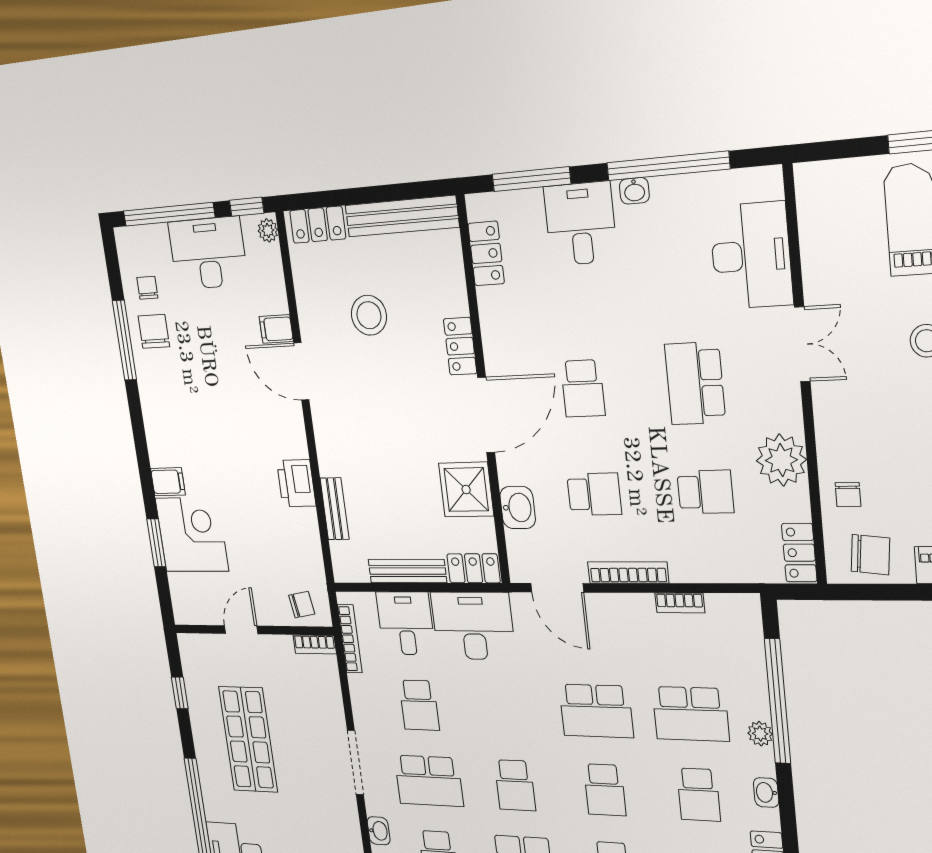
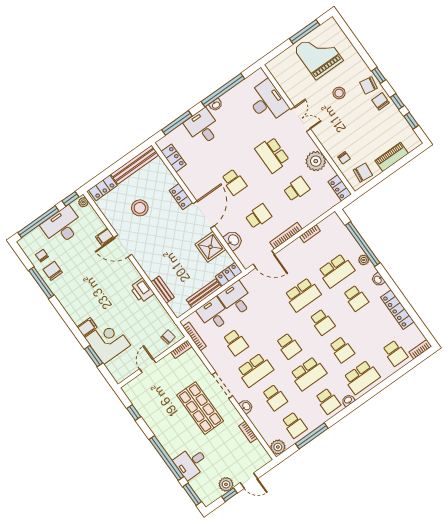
desk: (473, 626) -> (236, 299), width x0.73
shop shelf: (248, 739) -> (200, 408), moved

